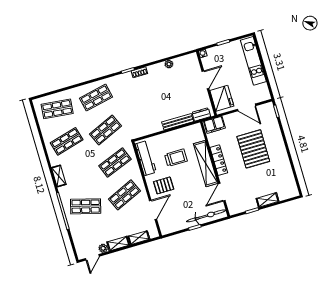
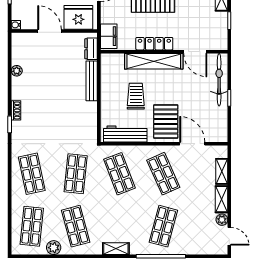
plant: (46, 130) -> (54, 248), added
shop shelf: (105, 130) -> (76, 174), turned 30
pallet: (164, 185) -> (166, 122), width x1.50, depth x1.42

